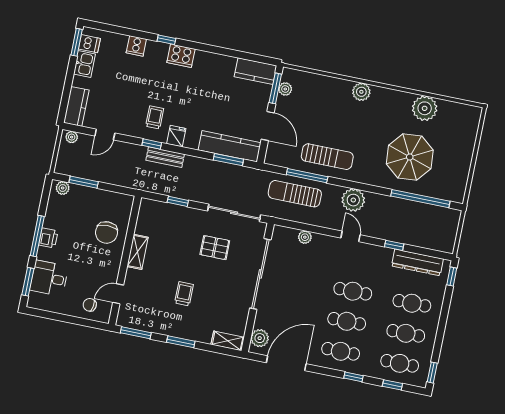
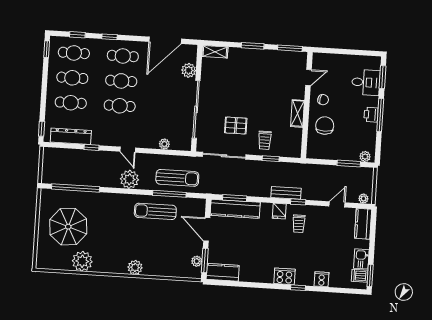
parasol: (410, 157) -> (68, 227), moved
trolley: (184, 294) -> (265, 140), moved
chair: (90, 305) -> (323, 100), moved
plant: (260, 338) -> (189, 70), moved

